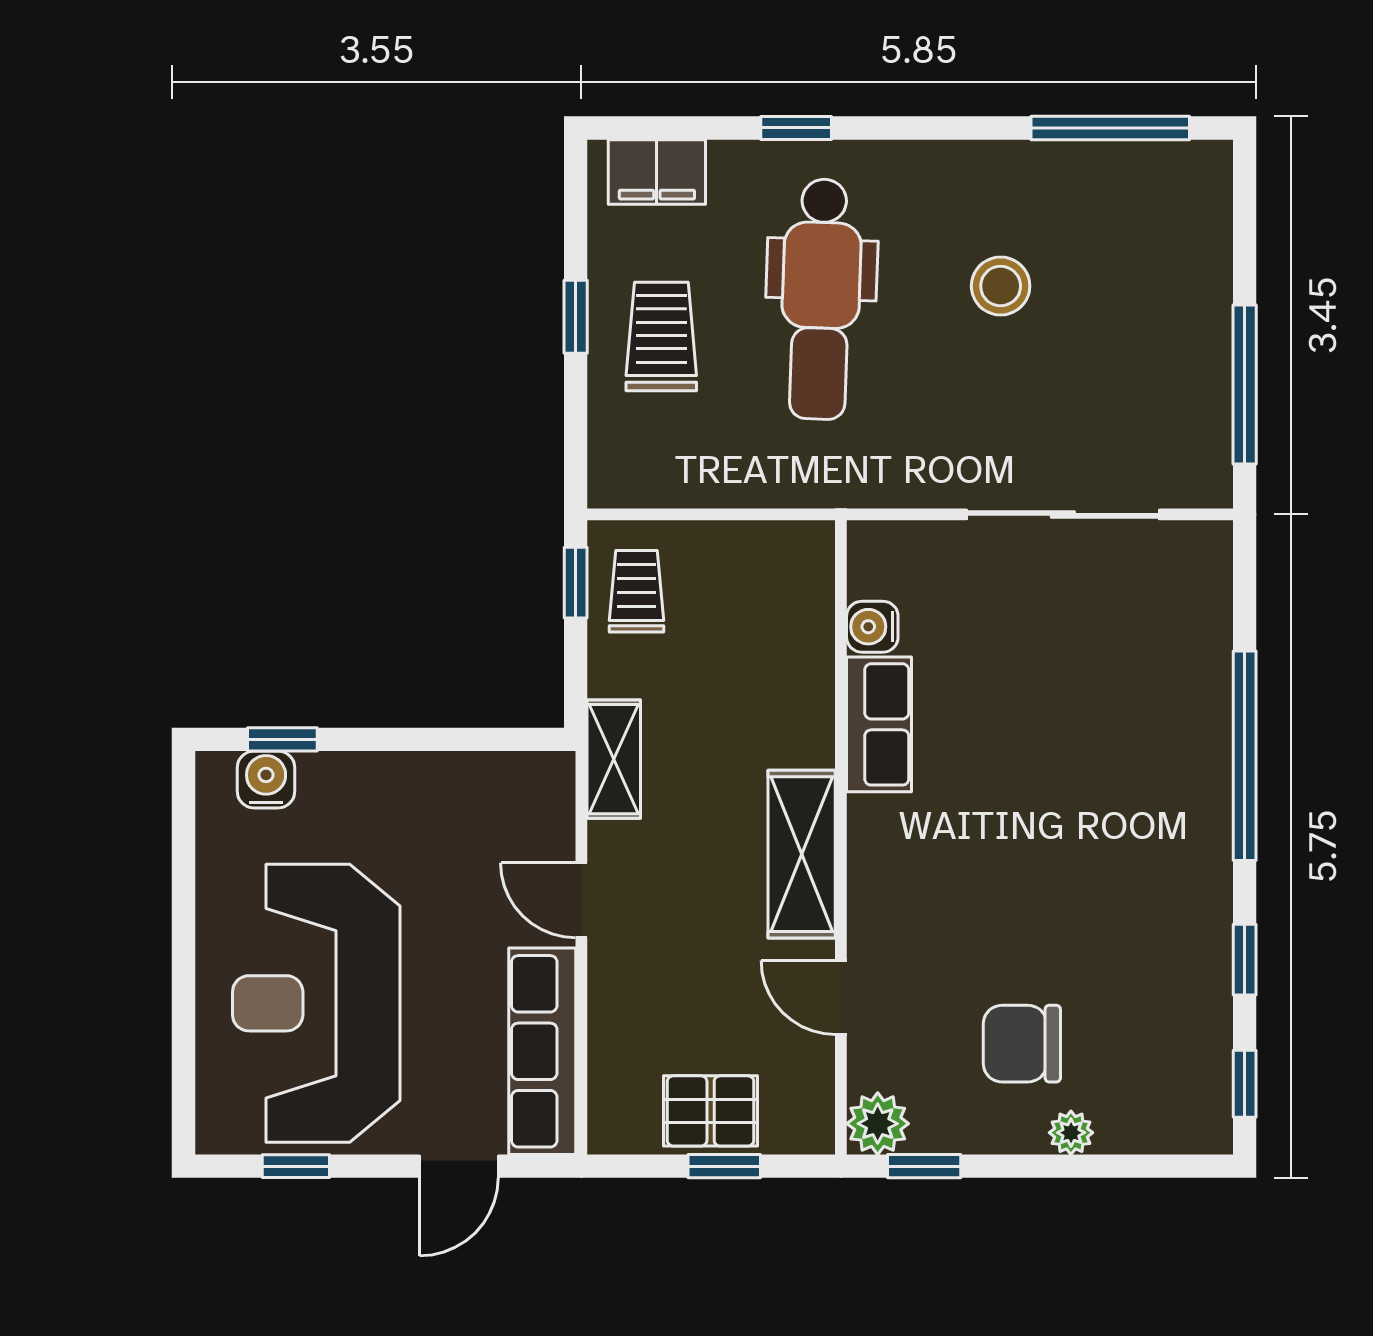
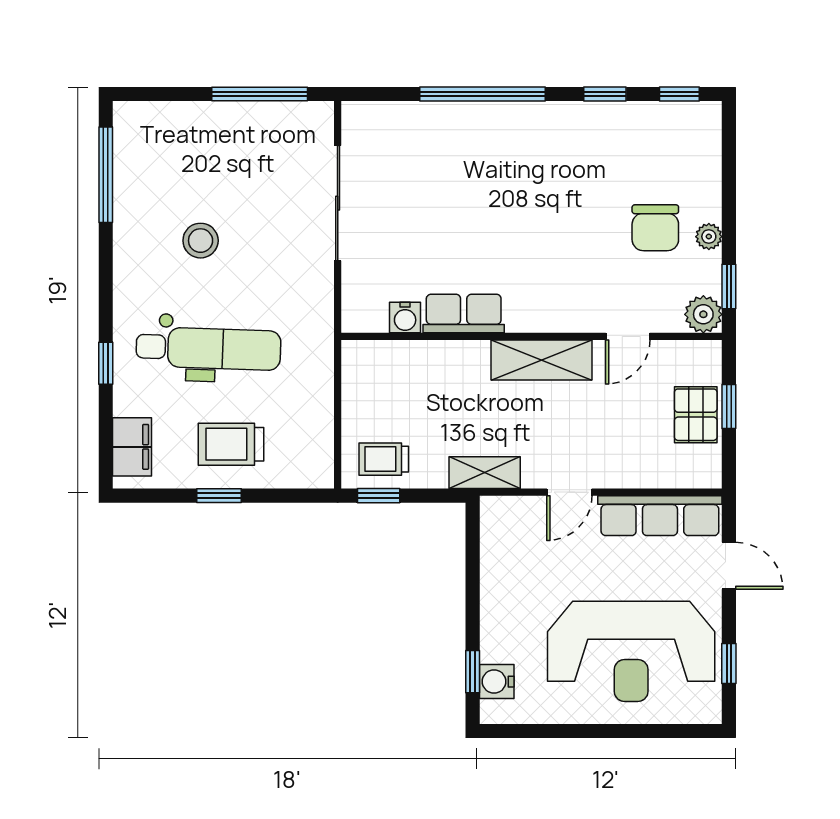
plant: (1071, 1133) -> (709, 237), moved

